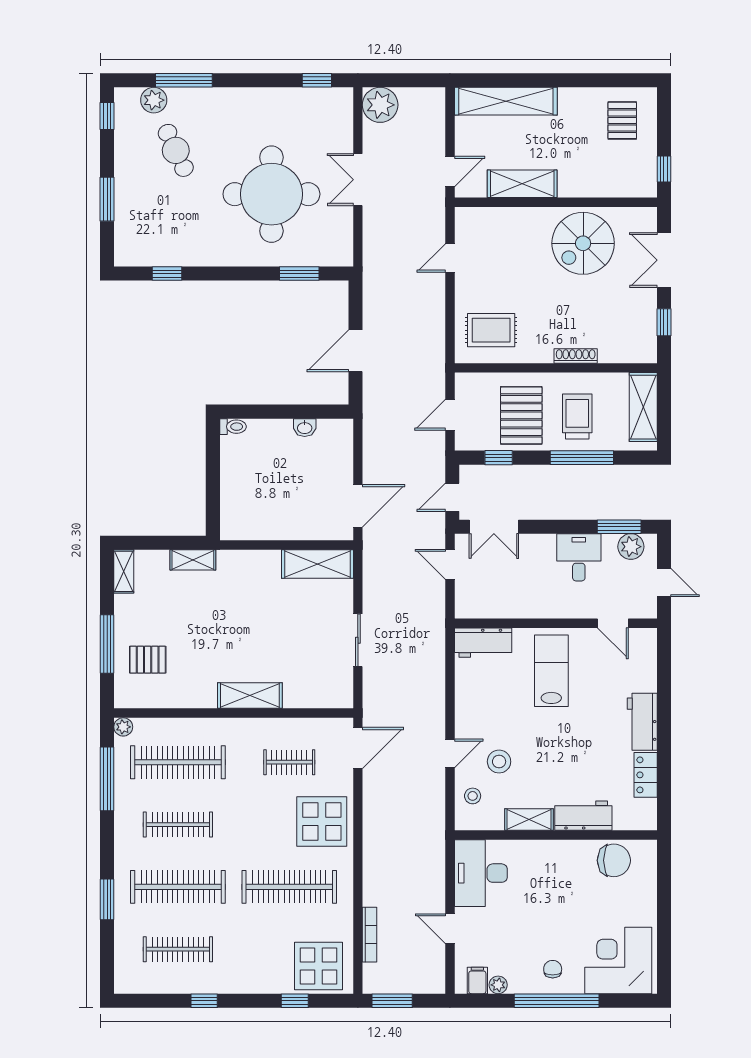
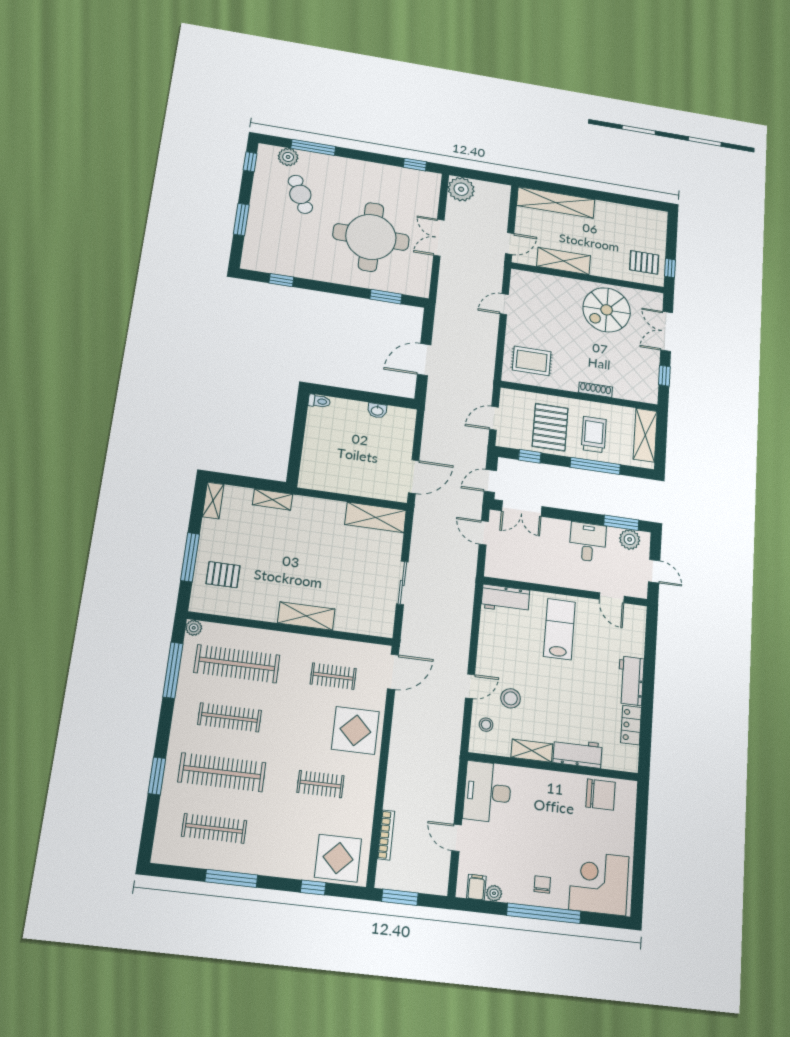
pallet: (622, 120) -> (644, 262), moved, turned 90
clothes rail: (289, 887) -> (320, 784), width x0.54, depth x0.76
window: (204, 1001) -> (231, 878), width x2.17

